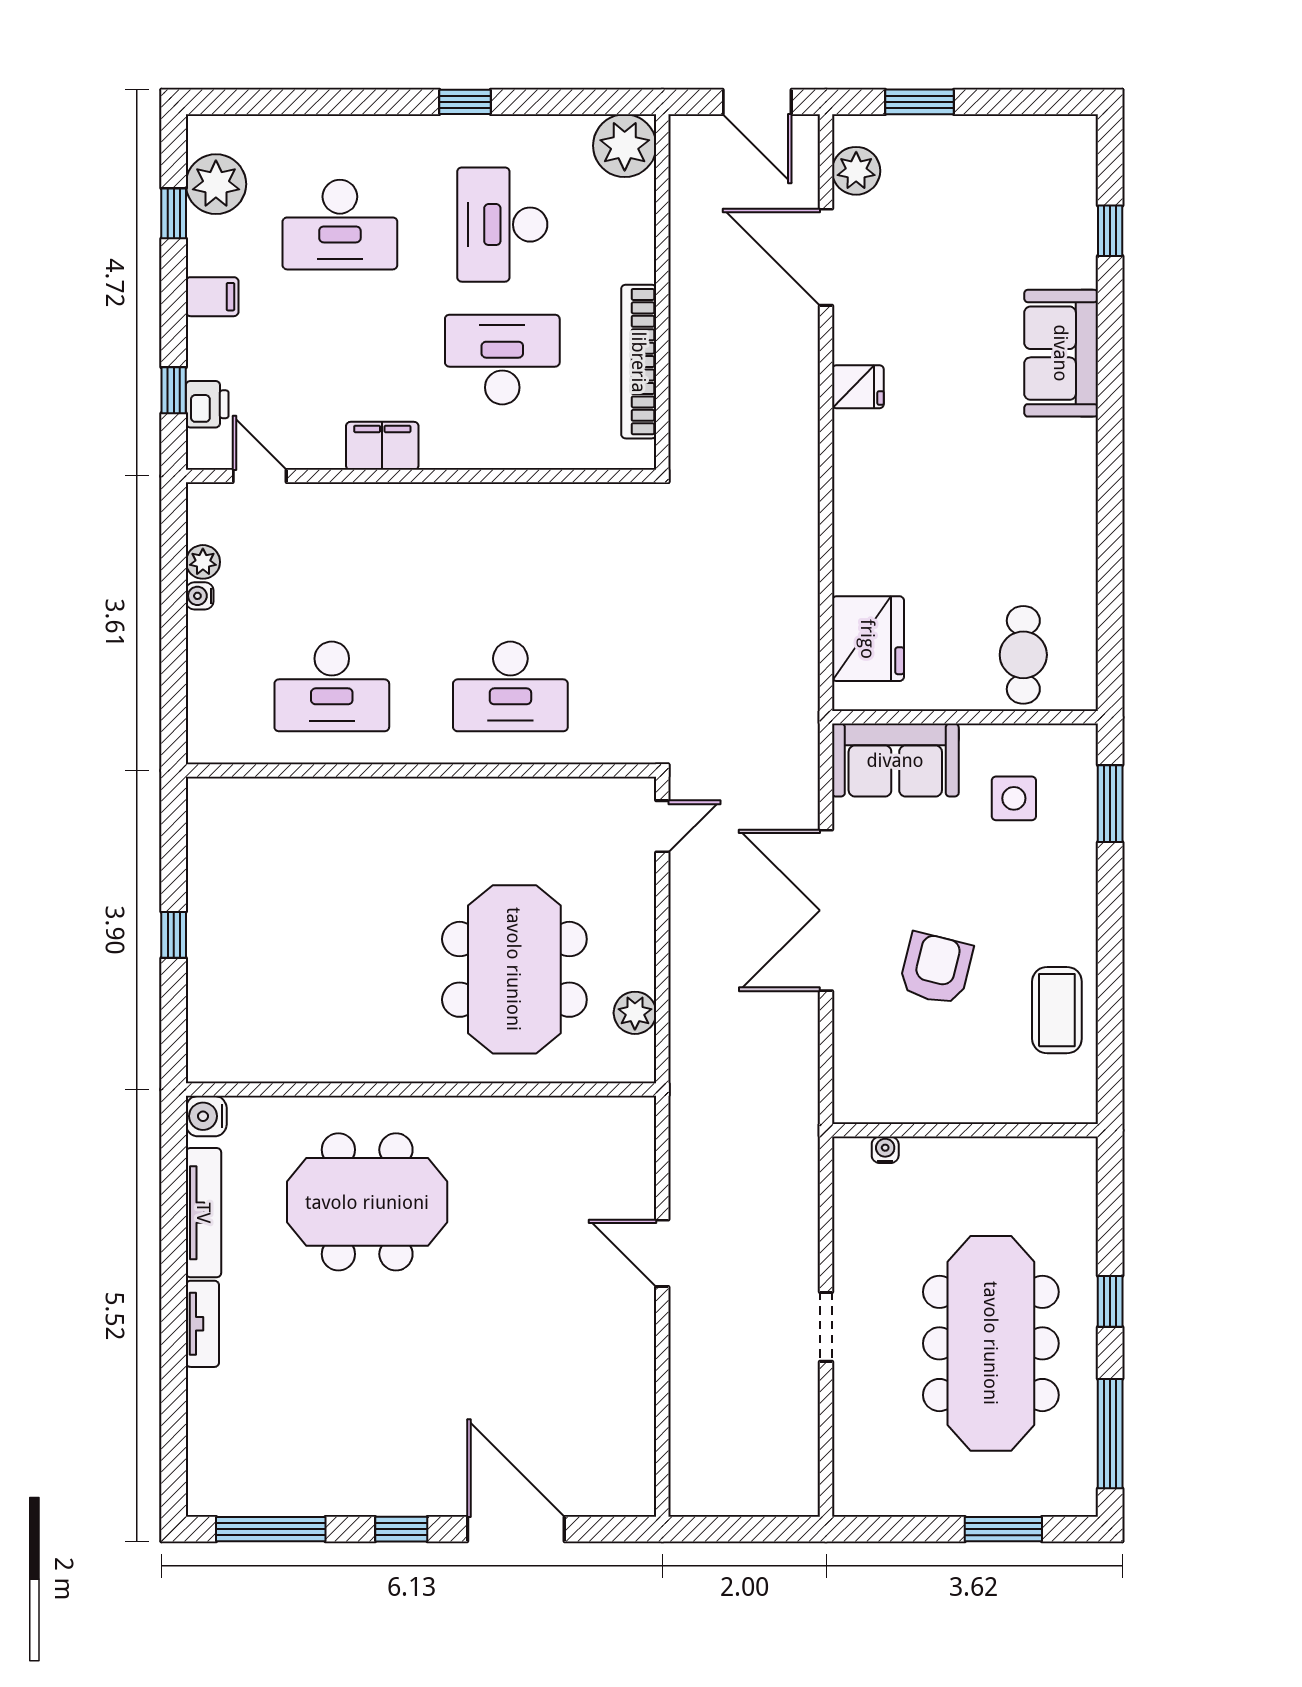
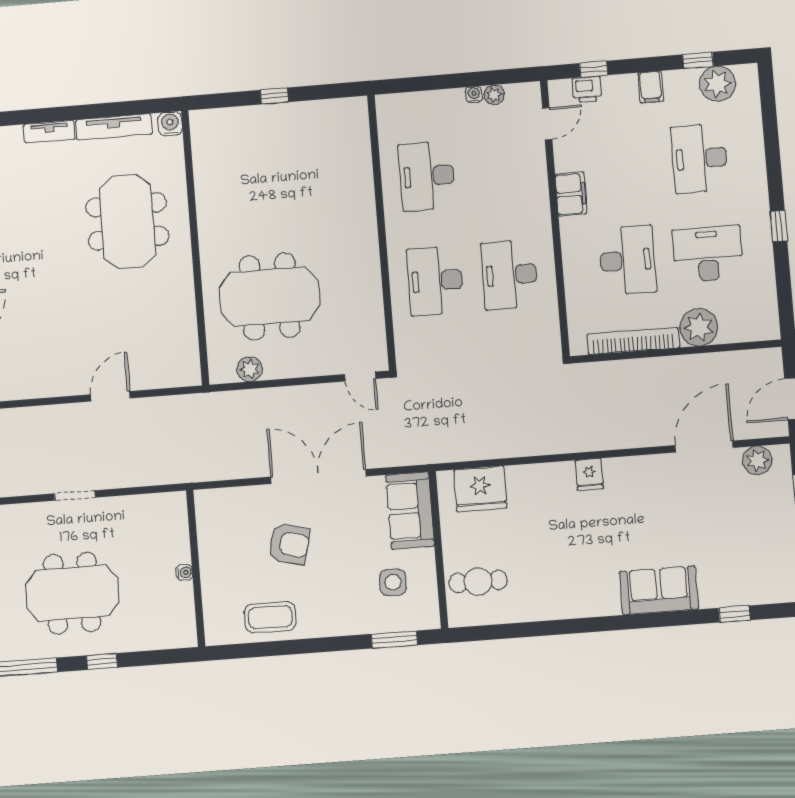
plant: (625, 146) -> (699, 327), moved
fridge: (858, 387) -> (589, 474), moved
desk: (510, 560) -> (510, 275), added
water cooler: (885, 1150) -> (184, 572), moved
meeting table: (991, 1343) -> (72, 593), width x0.73

